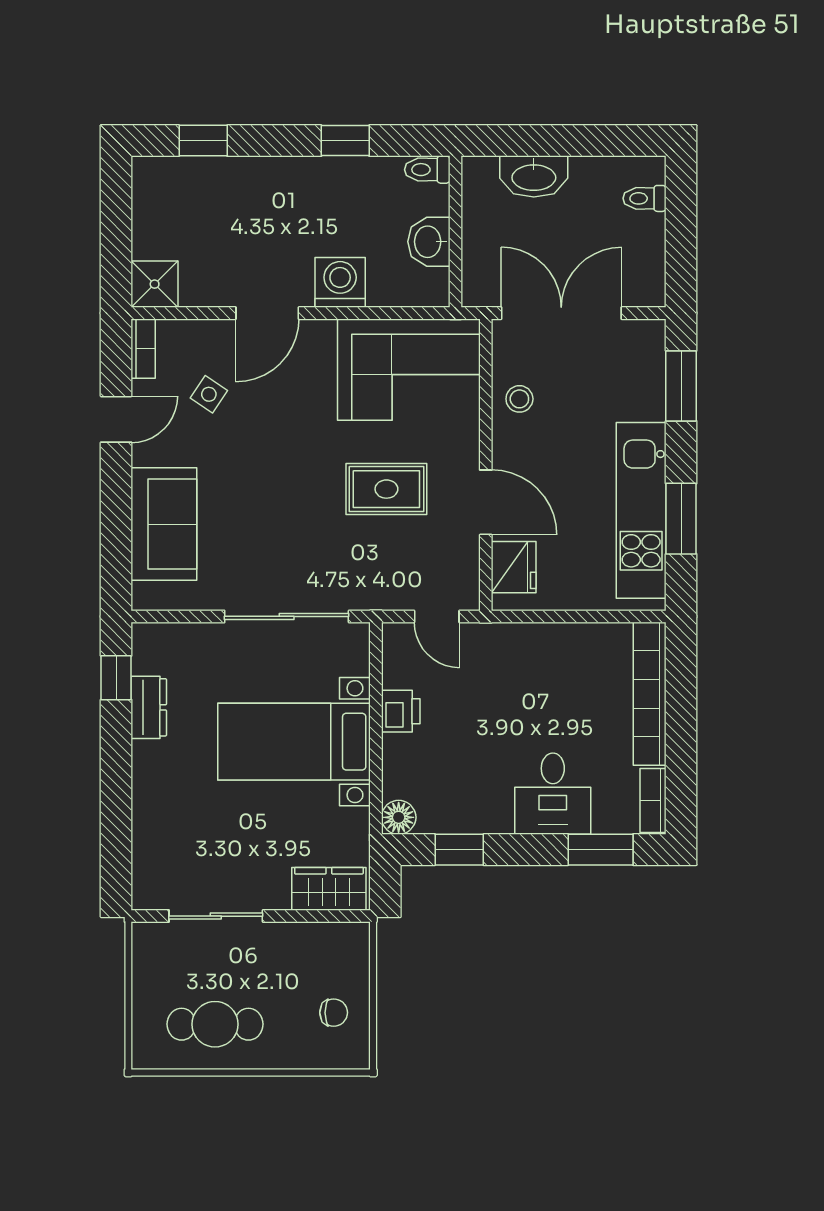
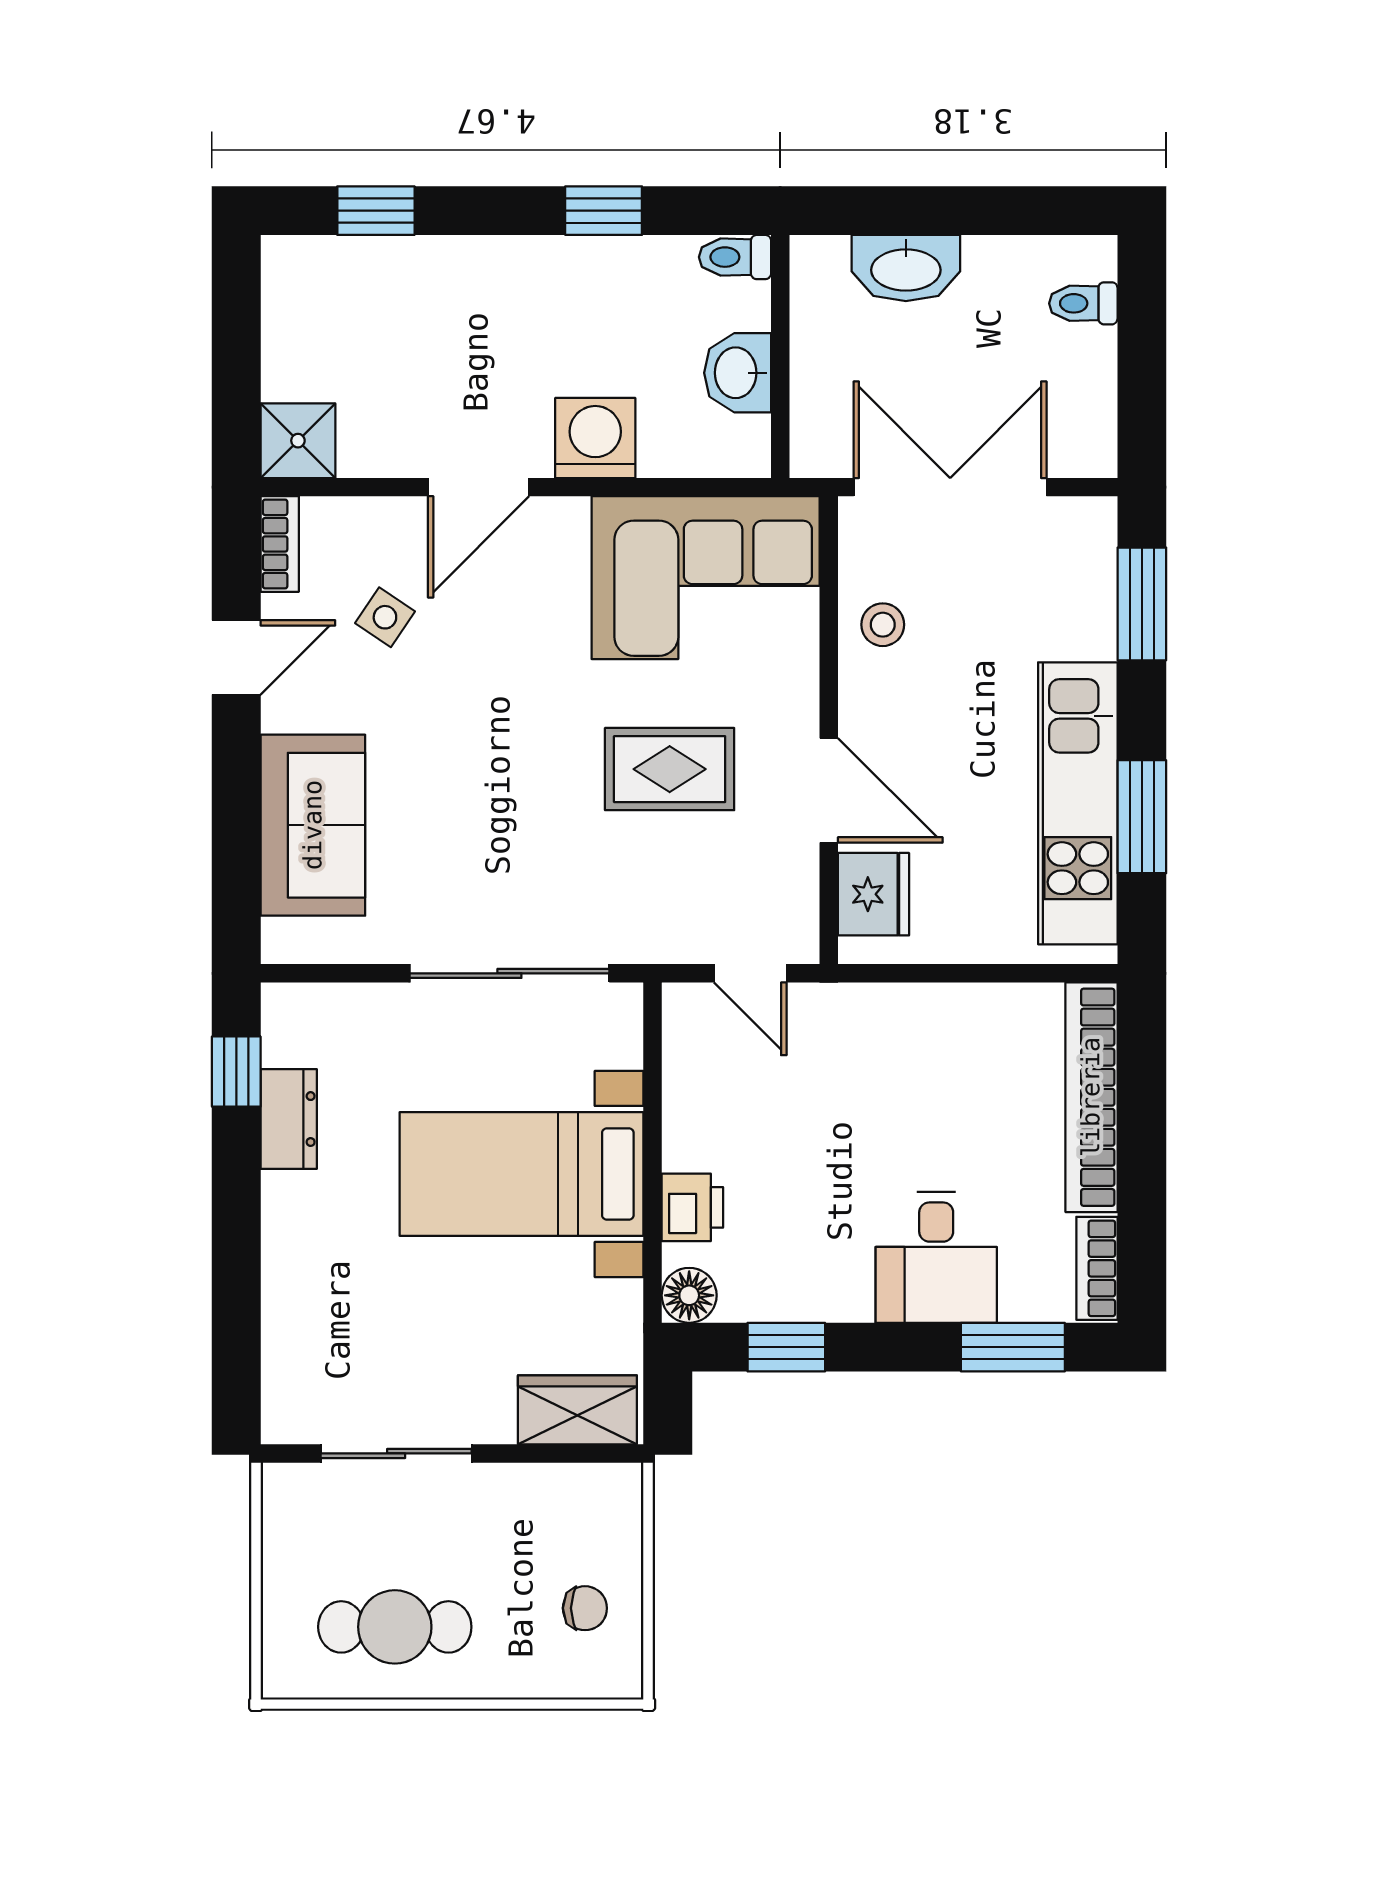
printer: (401, 711) -> (692, 1207), moved

